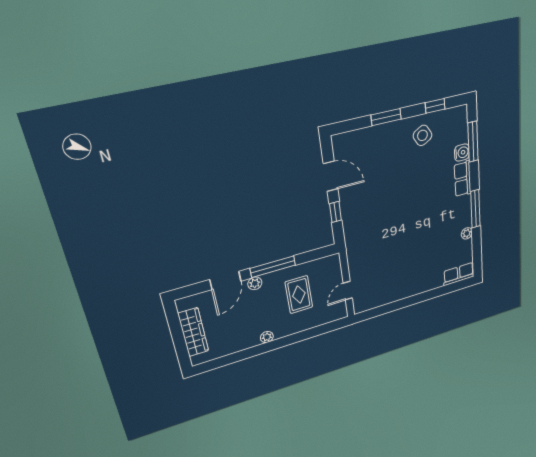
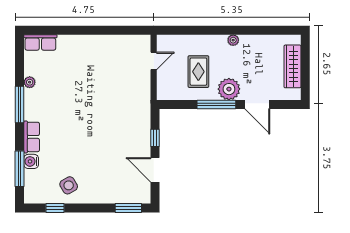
window: (386, 117) -> (128, 208), moved
door: (225, 280) -> (257, 104), swing flipped
plant: (255, 283) -> (229, 89), width x1.88, depth x1.88

